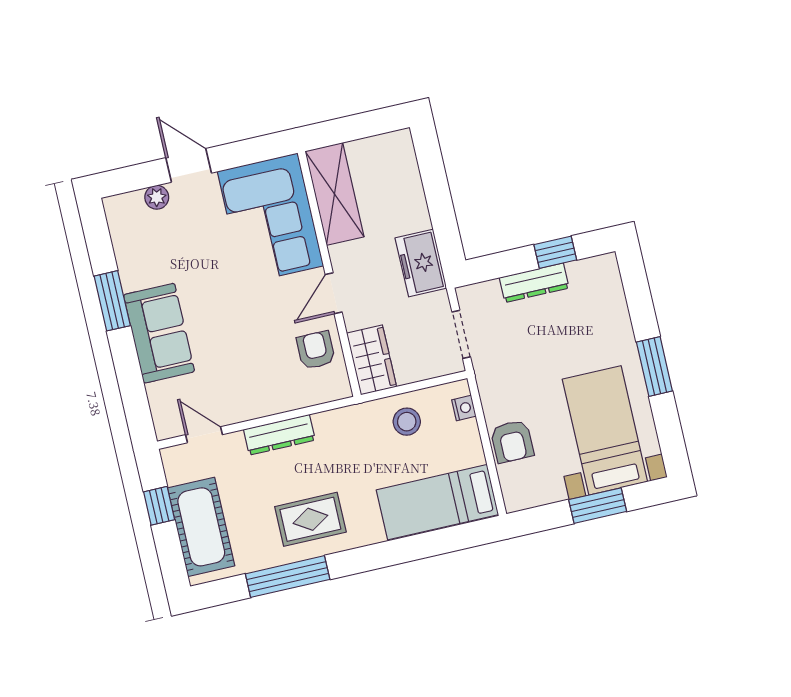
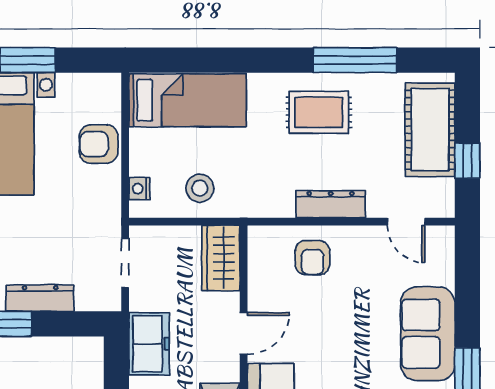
armchair: (316, 350) -> (312, 258), moved
armchair: (512, 441) -> (99, 144), turned -90

